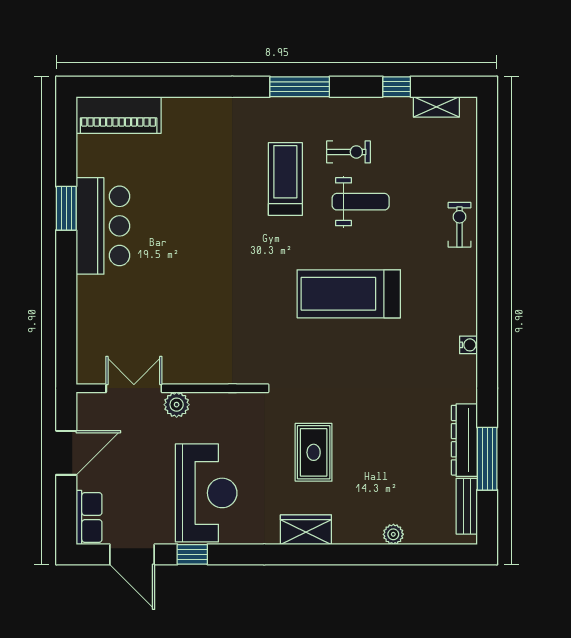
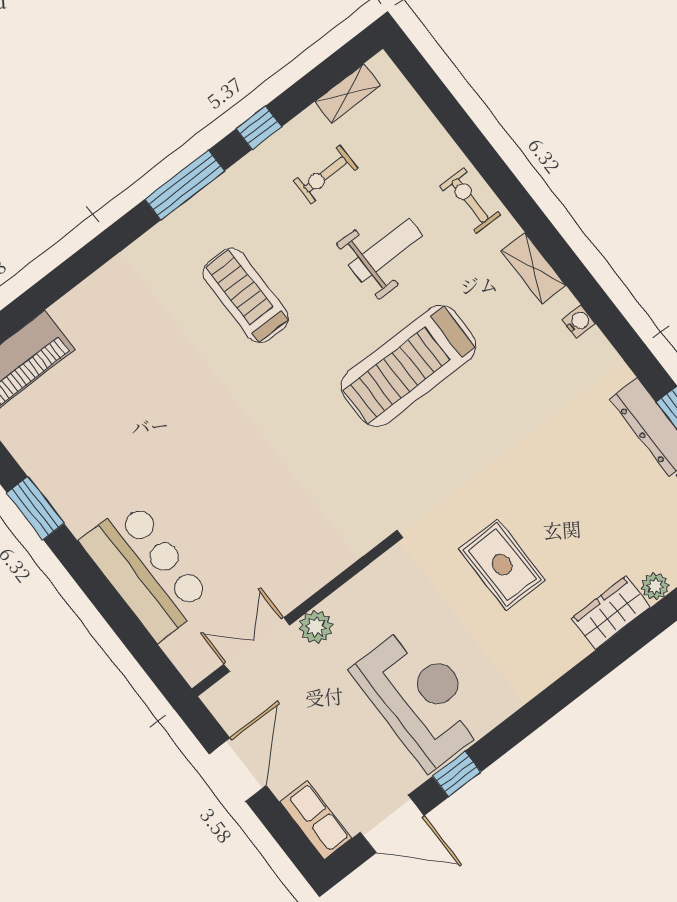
window: (397, 87) -> (259, 128), moved
exercise bike: (348, 152) -> (325, 174), moved, turned 180
weight bench: (361, 202) -> (386, 250), moved
bar counter: (103, 226) -> (146, 570), moved
shelving: (466, 293) -> (533, 268), added
wardrobe: (306, 530) -> (611, 613), moved

